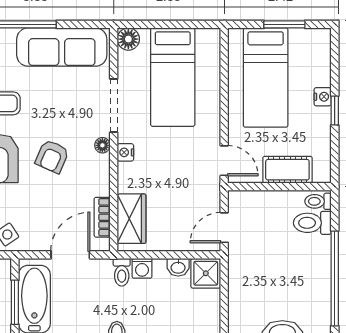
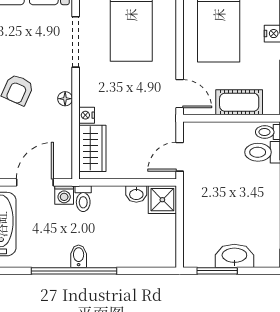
floor lamp: (102, 145) -> (65, 99), moved
nightstand: (125, 152) -> (87, 115), moved
bookcase: (102, 217) -> (65, 147), removed
washing machine: (142, 268) -> (64, 195), moved

